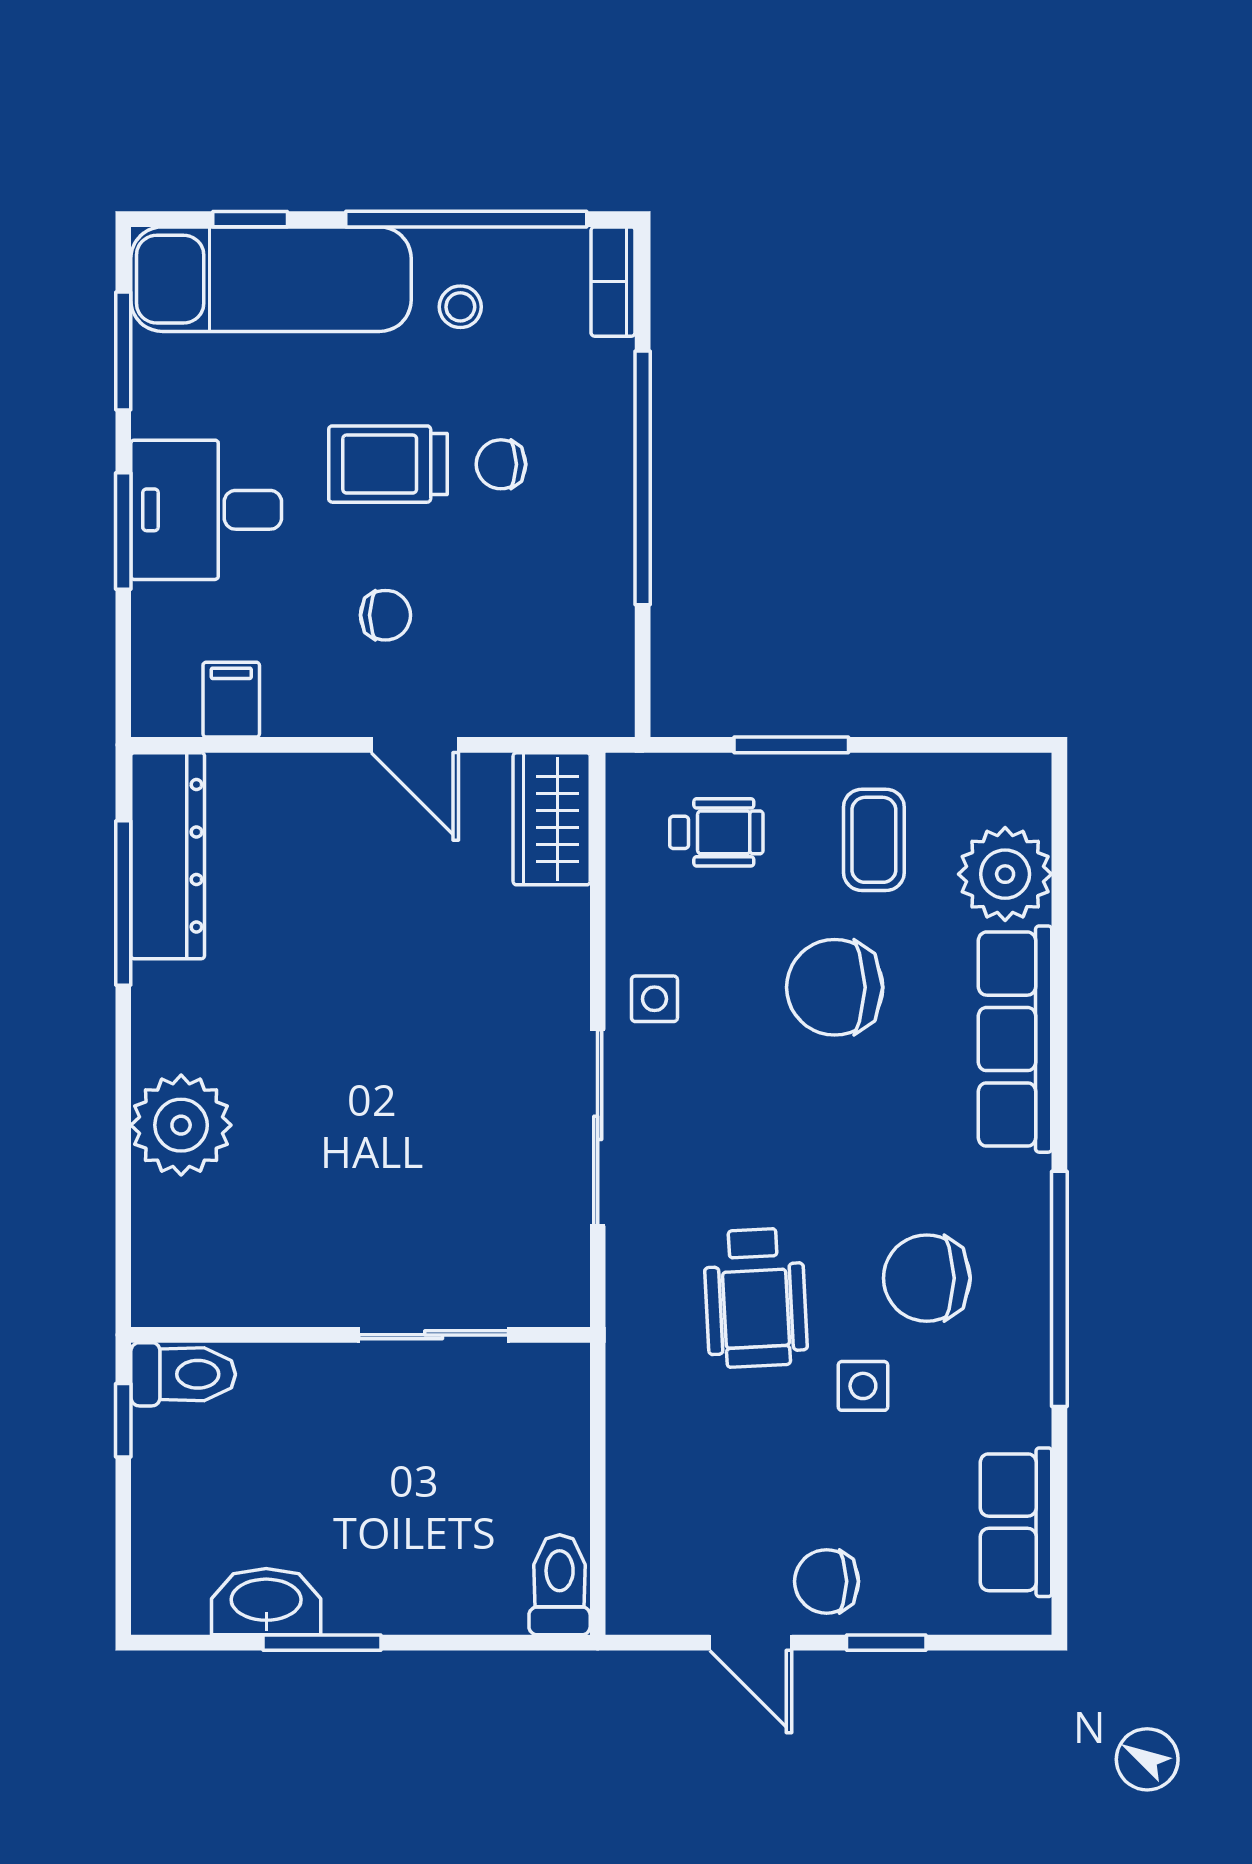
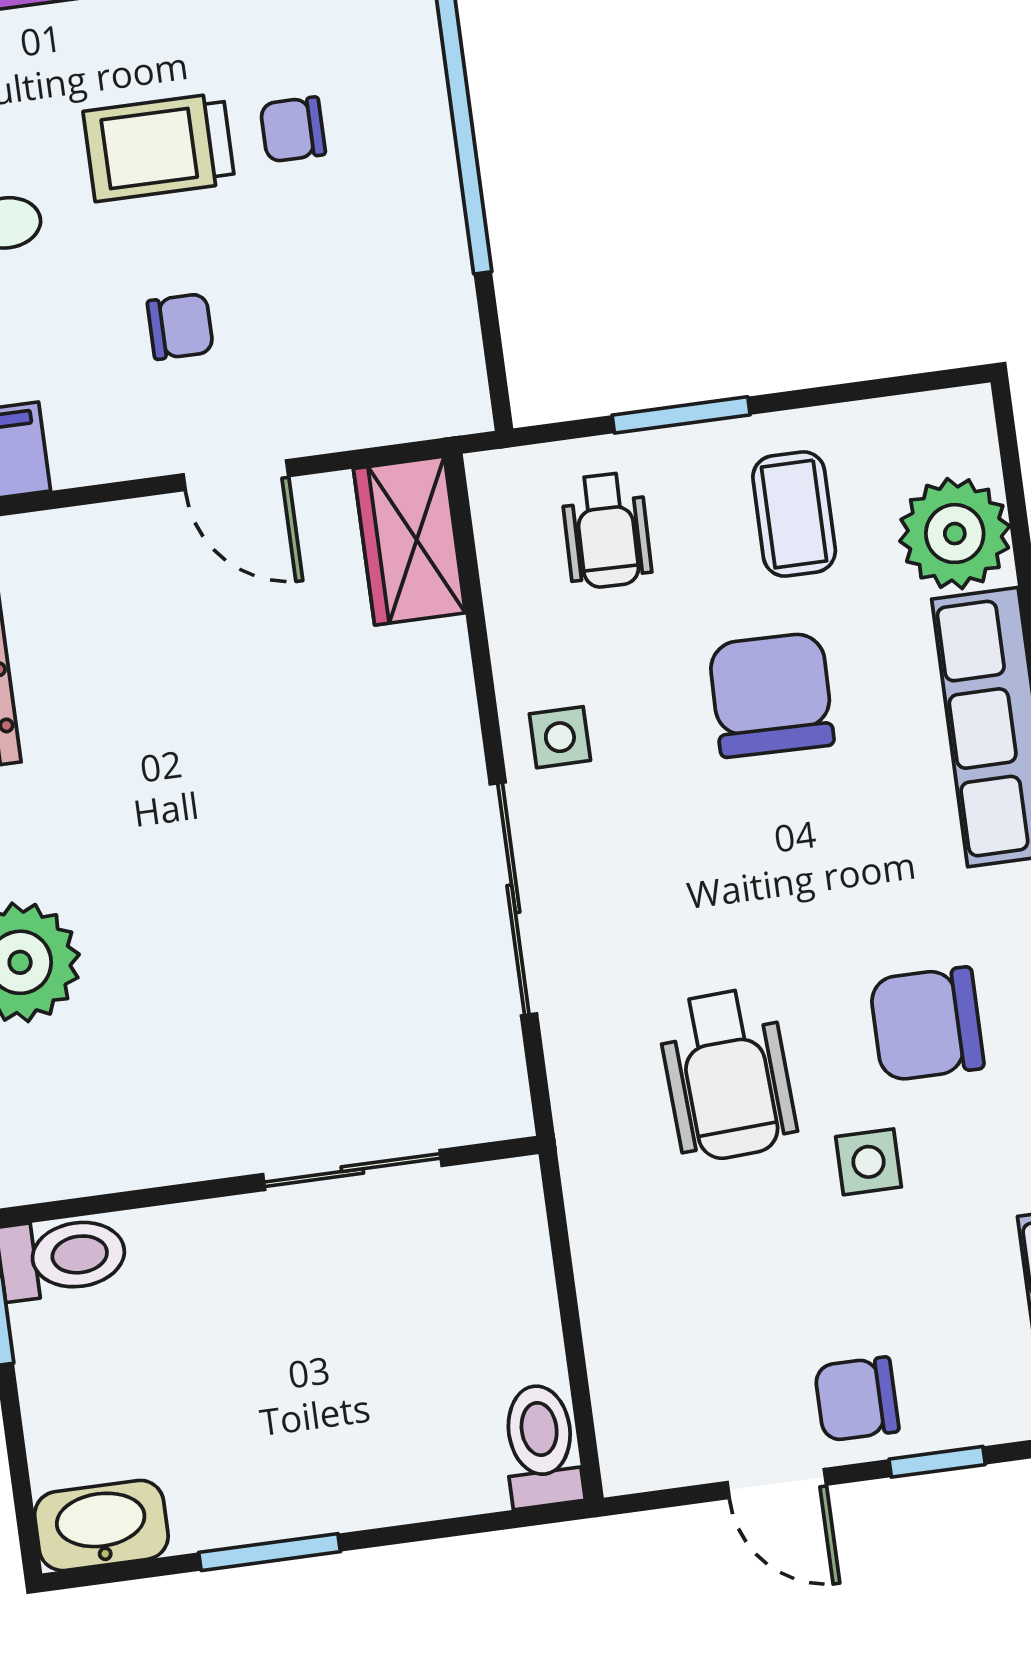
wheelchair: (716, 832) -> (607, 530), turned 91
chair: (835, 987) -> (771, 695), turned 91
washbasin: (266, 1602) -> (101, 1525), moved

